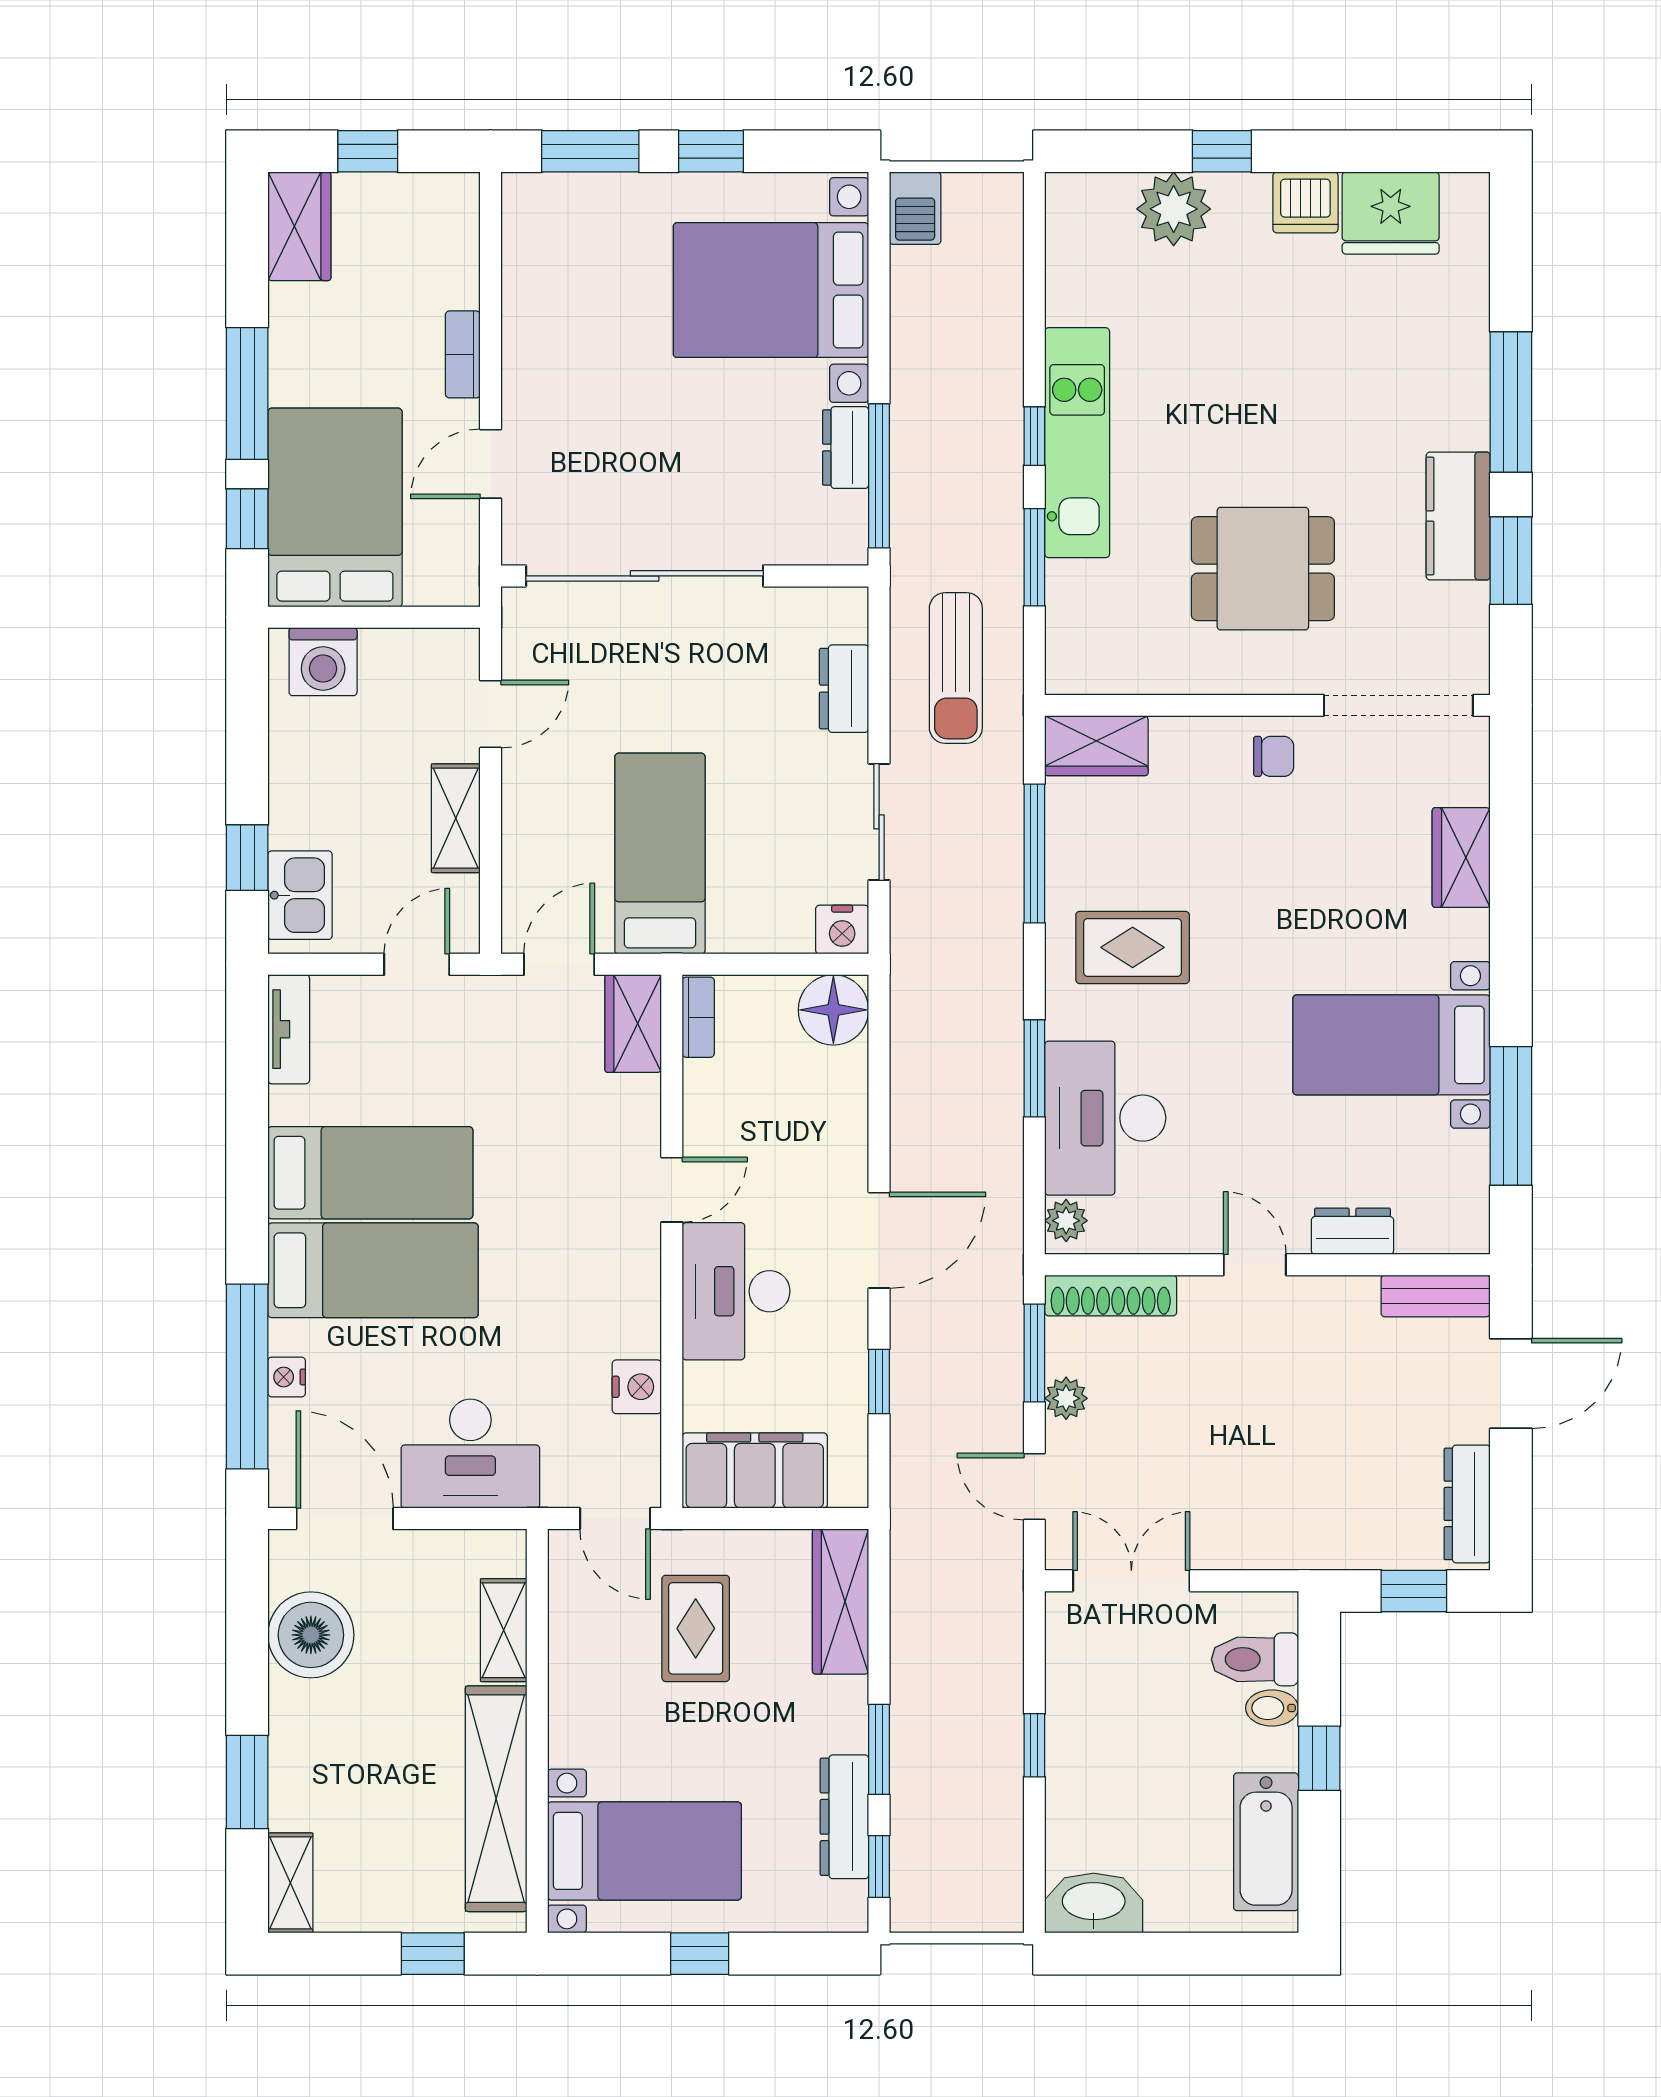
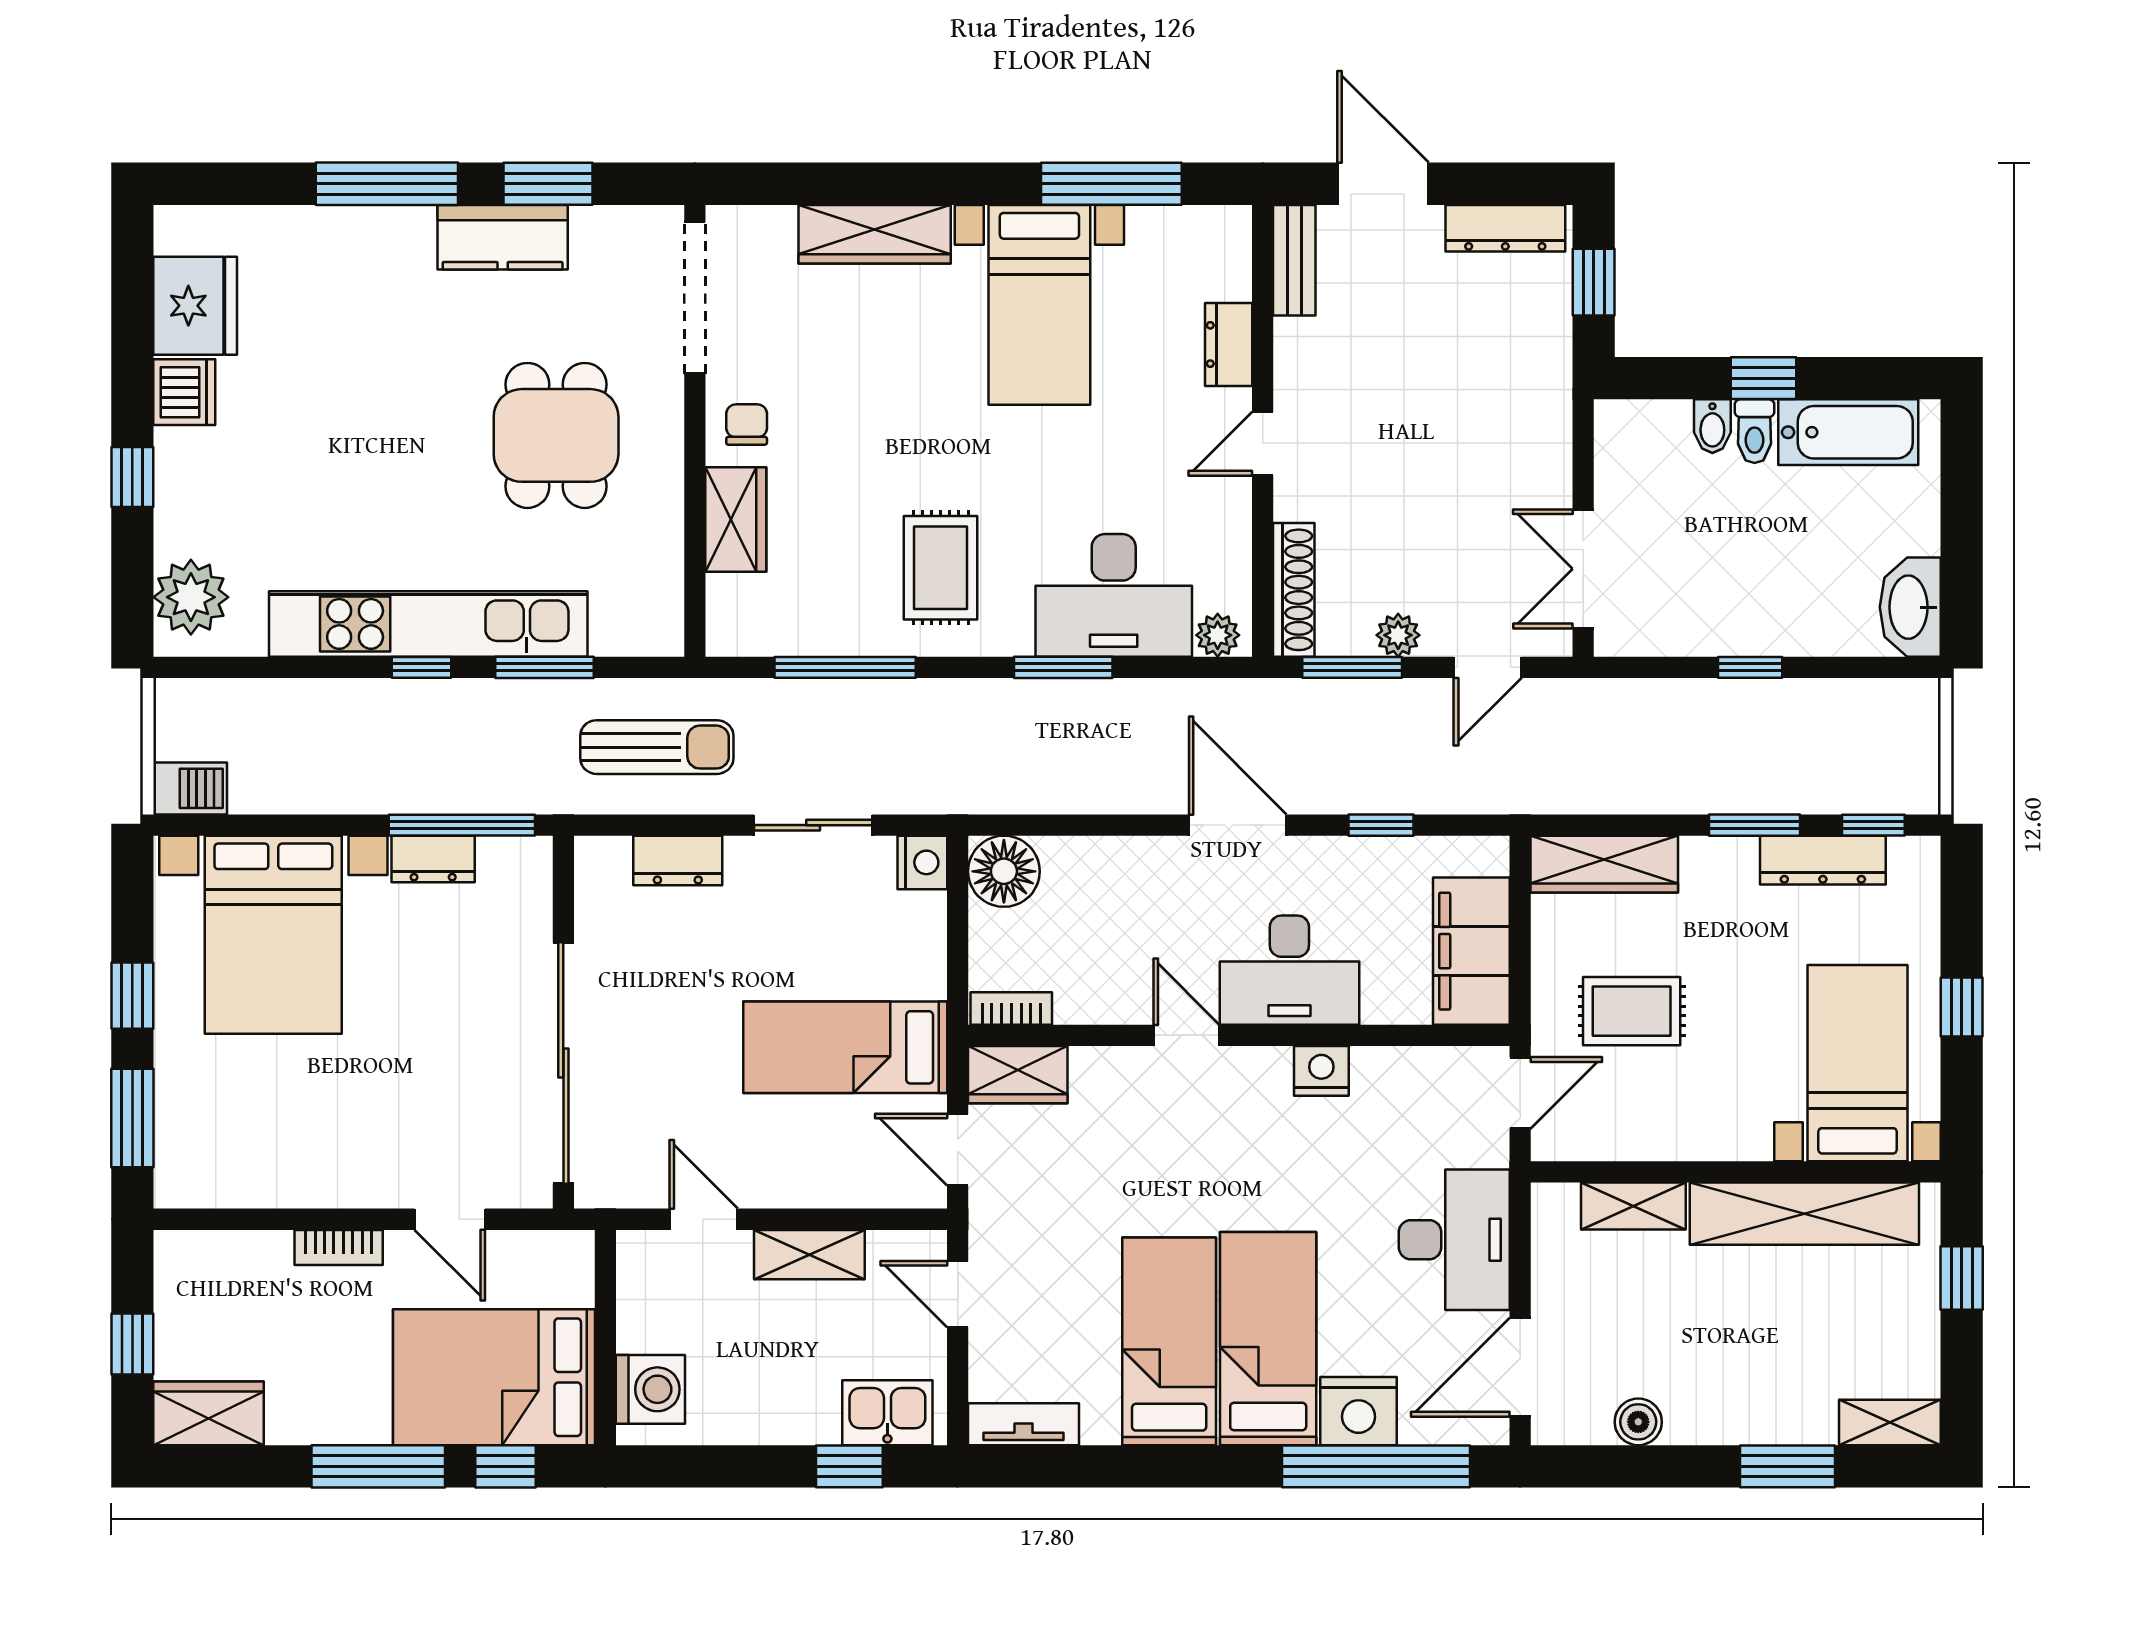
plant: (1174, 209) -> (191, 597), moved
kitchen unit: (1077, 443) -> (428, 624), width x1.36
wardrobe: (1096, 746) -> (736, 520), moved
wardrobe: (1461, 858) -> (875, 234), width x1.50
nightstand: (287, 1377) -> (1359, 1411), width x1.89, depth x1.79
nightstand: (637, 1387) -> (1321, 1071), moved
boiler: (311, 1635) -> (1638, 1422), width x0.54, depth x0.54
toilet: (1255, 1659) -> (1755, 431), moved, width x0.73, depth x0.72

